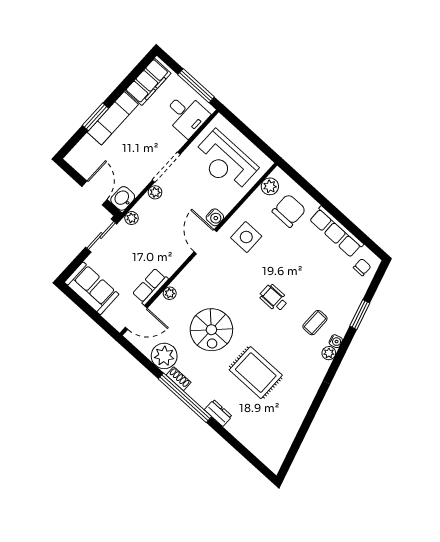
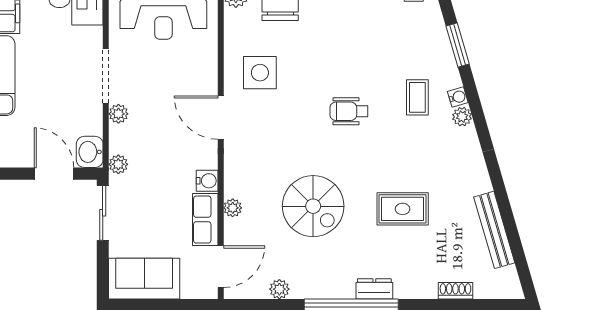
water cooler: (215, 217) -> (207, 181), moved
plant: (164, 356) -> (279, 289), width x0.53, depth x0.53
rug: (256, 373) -> (403, 209), width x0.73, depth x0.70
shoe rack: (179, 379) -> (455, 291), moved
dresser: (218, 413) -> (374, 289), moved
bench: (293, 426) -> (494, 230), added

